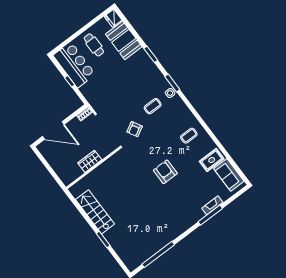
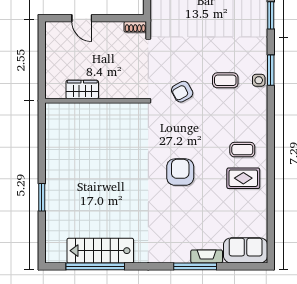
door: (53, 130) -> (82, 18), width x0.53
rug: (212, 160) -> (243, 178), moved
wardrobe: (90, 161) -> (82, 90), moved
sofa: (229, 175) -> (246, 250), moved, turned 90
stairs: (95, 212) -> (100, 251), moved, turned -90

